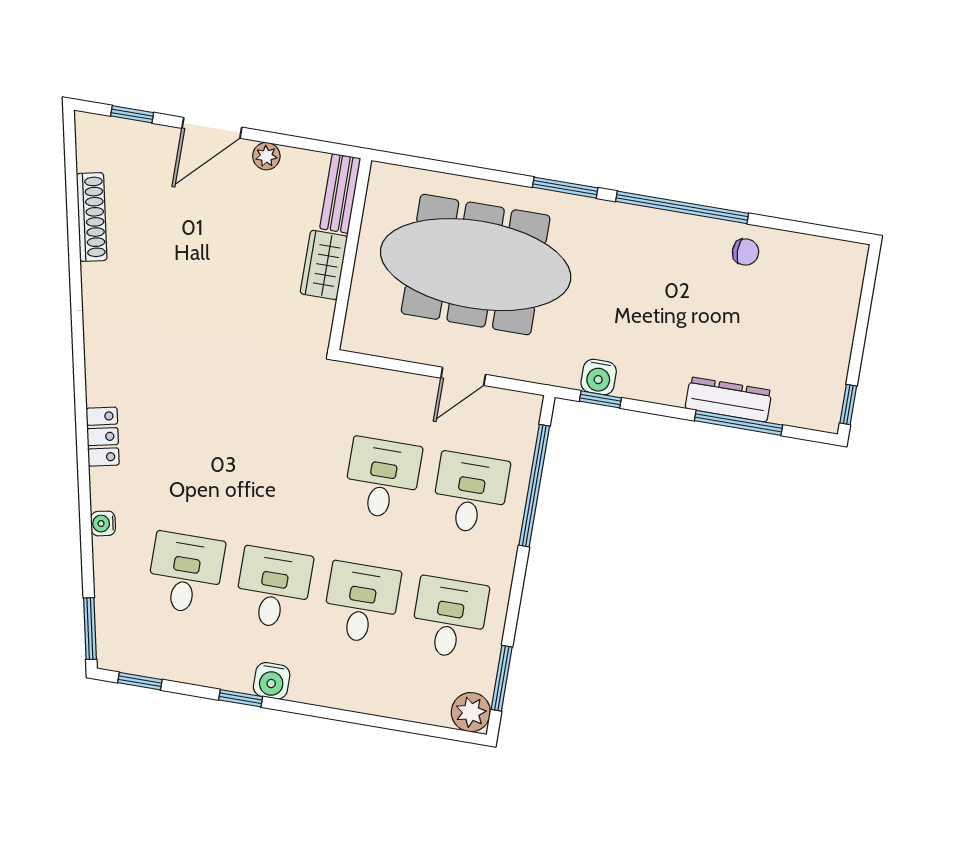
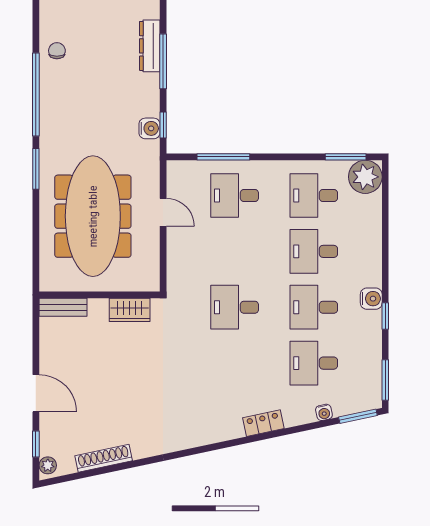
plant: (266, 156) -> (48, 465), moved
wardrobe: (324, 265) -> (130, 310), moved
window: (739, 423) -> (163, 61), moved
locker: (103, 437) -> (263, 423), moved
desk: (382, 478) -> (235, 307), moved
window: (534, 486) -> (223, 157), width x0.68
water cooler: (103, 523) -> (324, 412), moved
window: (140, 681) -> (385, 380), width x1.50
plant: (471, 712) -> (365, 177), width x1.36, depth x1.36

